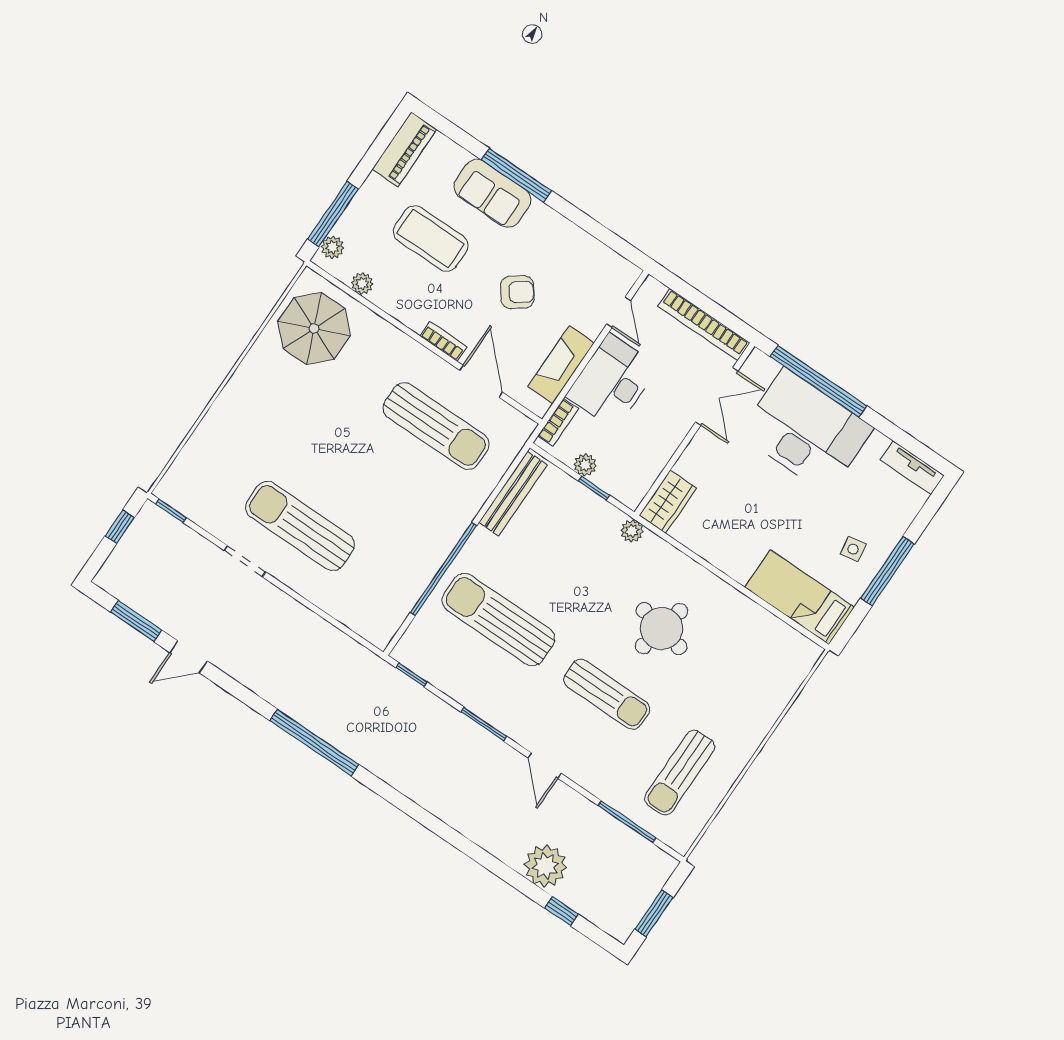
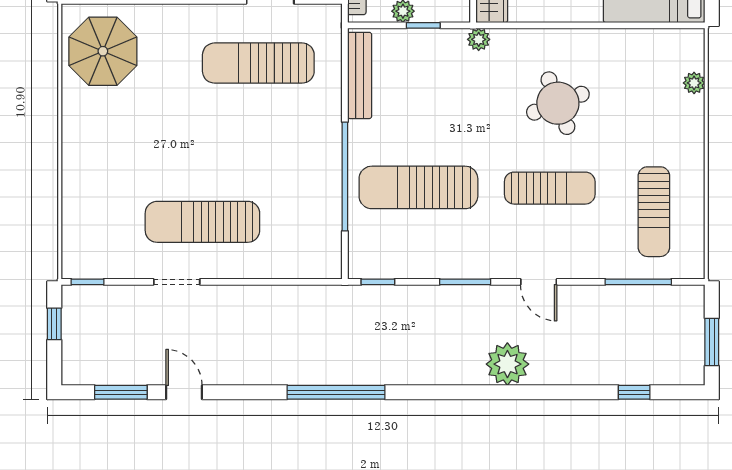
sun lounger: (436, 426) -> (258, 63), turned 180
round table: (661, 629) -> (558, 103), turned -33
door: (189, 657) -> (184, 392), swing flipped
plant: (786, 689) -> (694, 83), added
plant: (545, 866) -> (507, 364), moved

